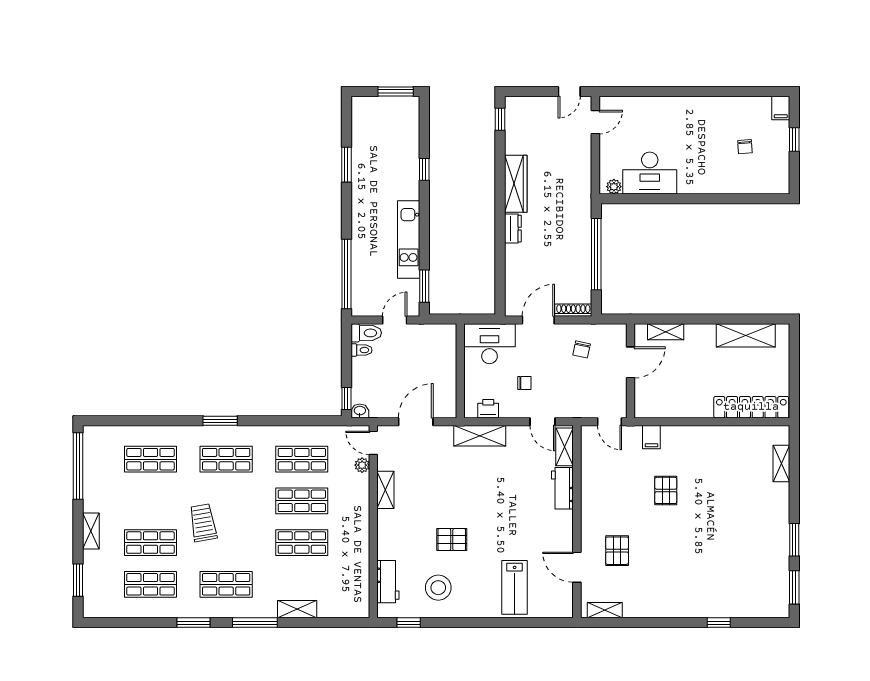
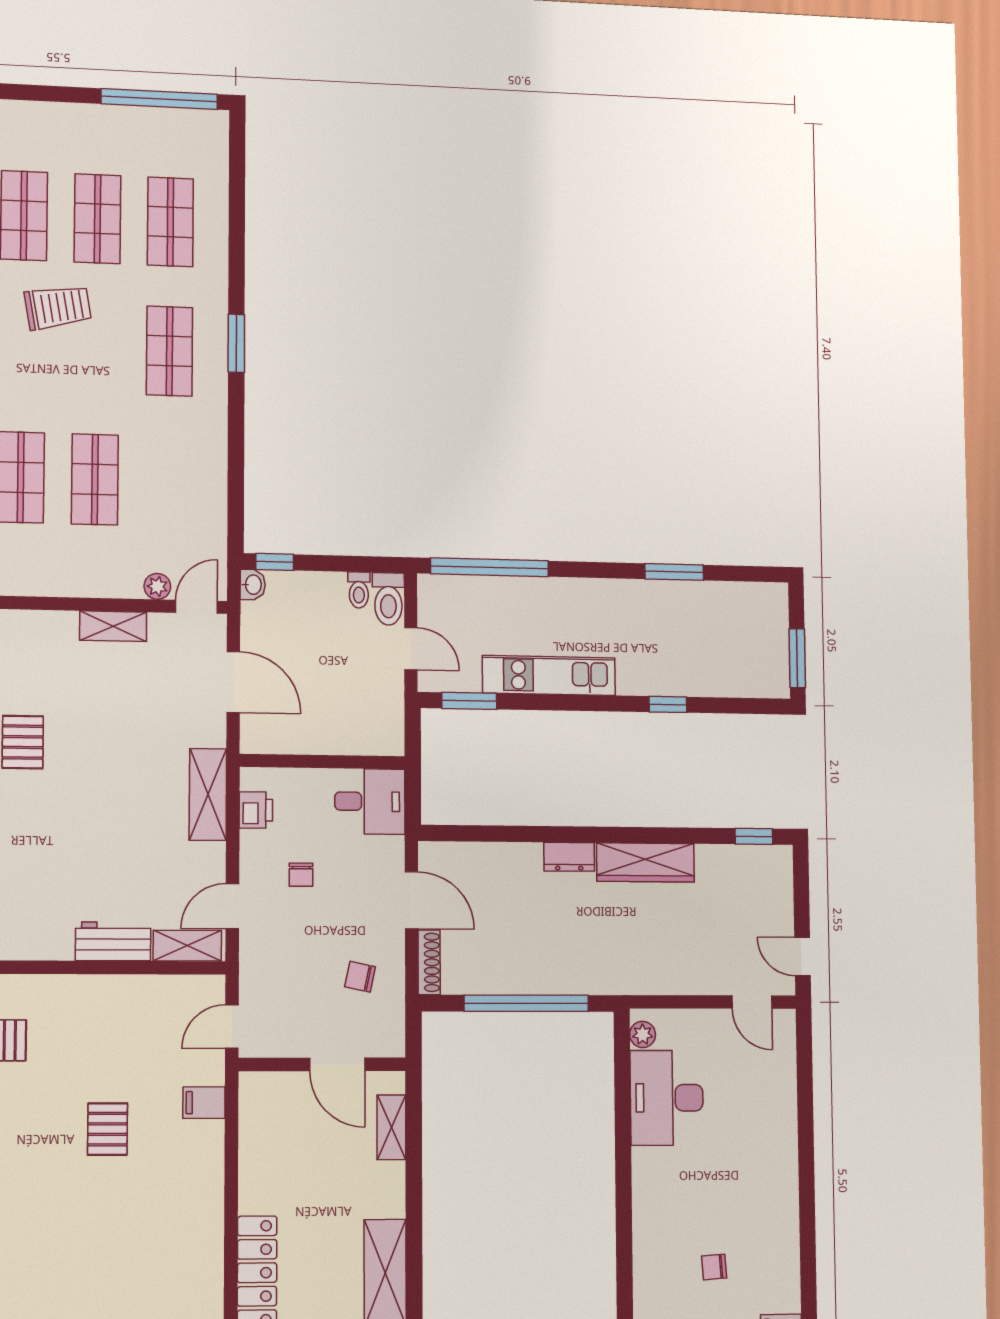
desk: (489, 344) -> (370, 801), width x0.73
shop shelf: (302, 459) -> (97, 219), moved
pallet: (666, 490) -> (107, 1129), turned 90
shelving: (91, 531) -> (45, 115), removed

